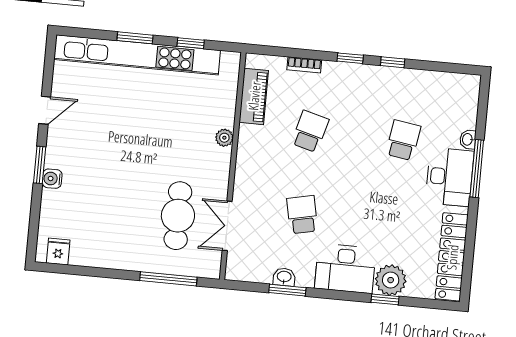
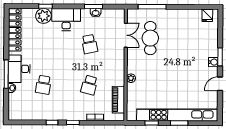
water cooler: (52, 179) -> (213, 62), moved

